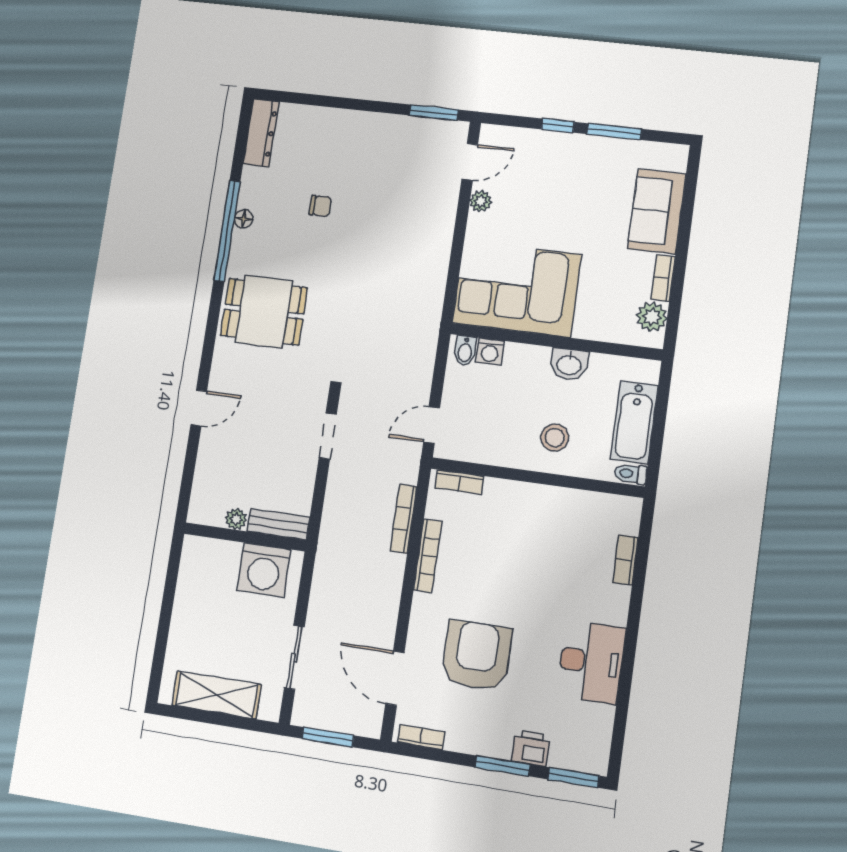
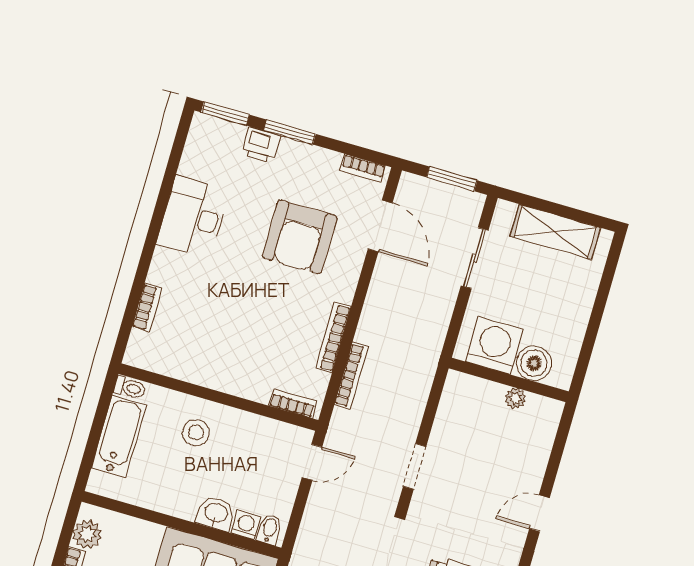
washbasin: (569, 364) -> (216, 513), moved
bench: (278, 524) -> (474, 388), removed
boiler: (222, 557) -> (534, 363), added

